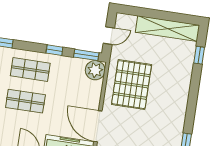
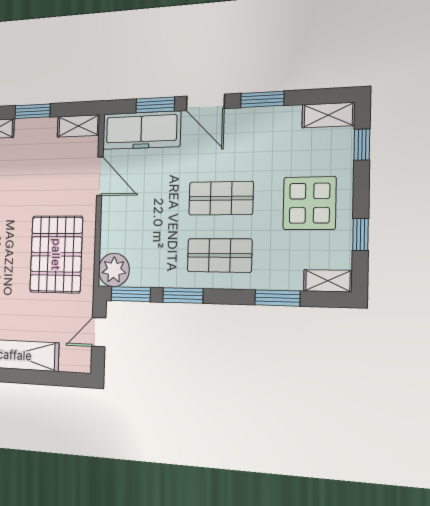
window: (54, 50) -> (183, 295), width x1.50
door: (98, 126) -> (100, 176), width x0.73

